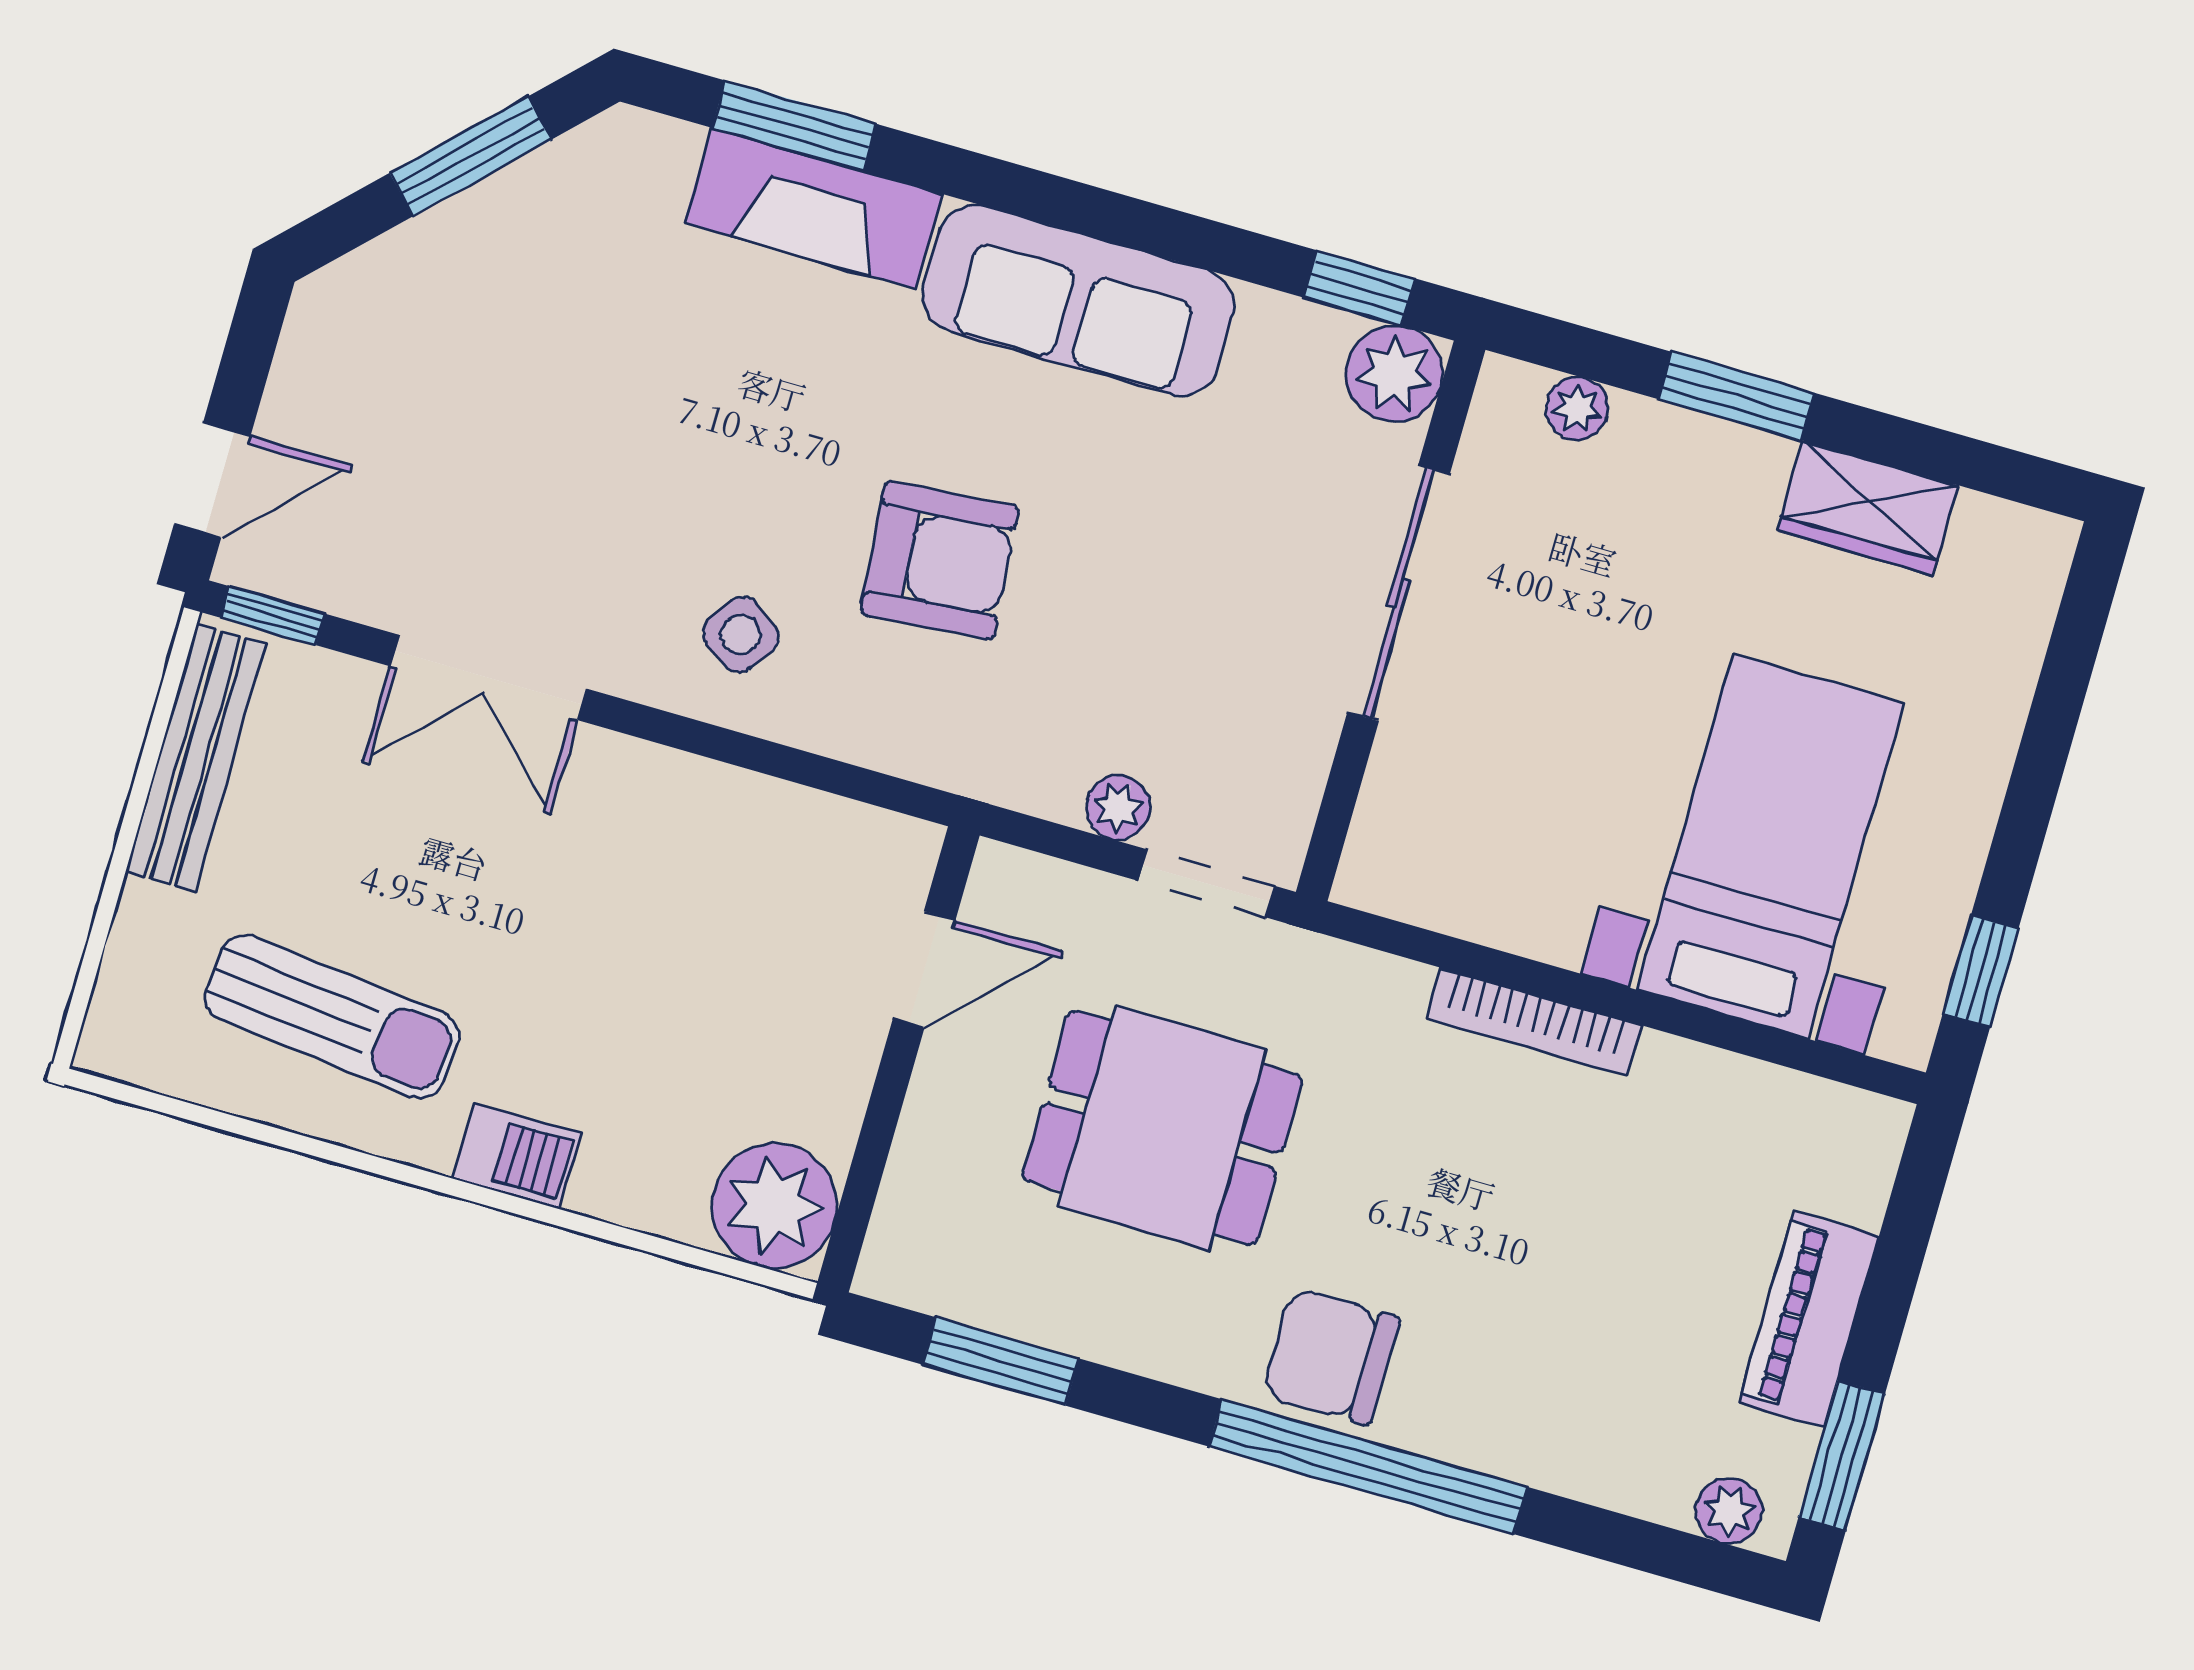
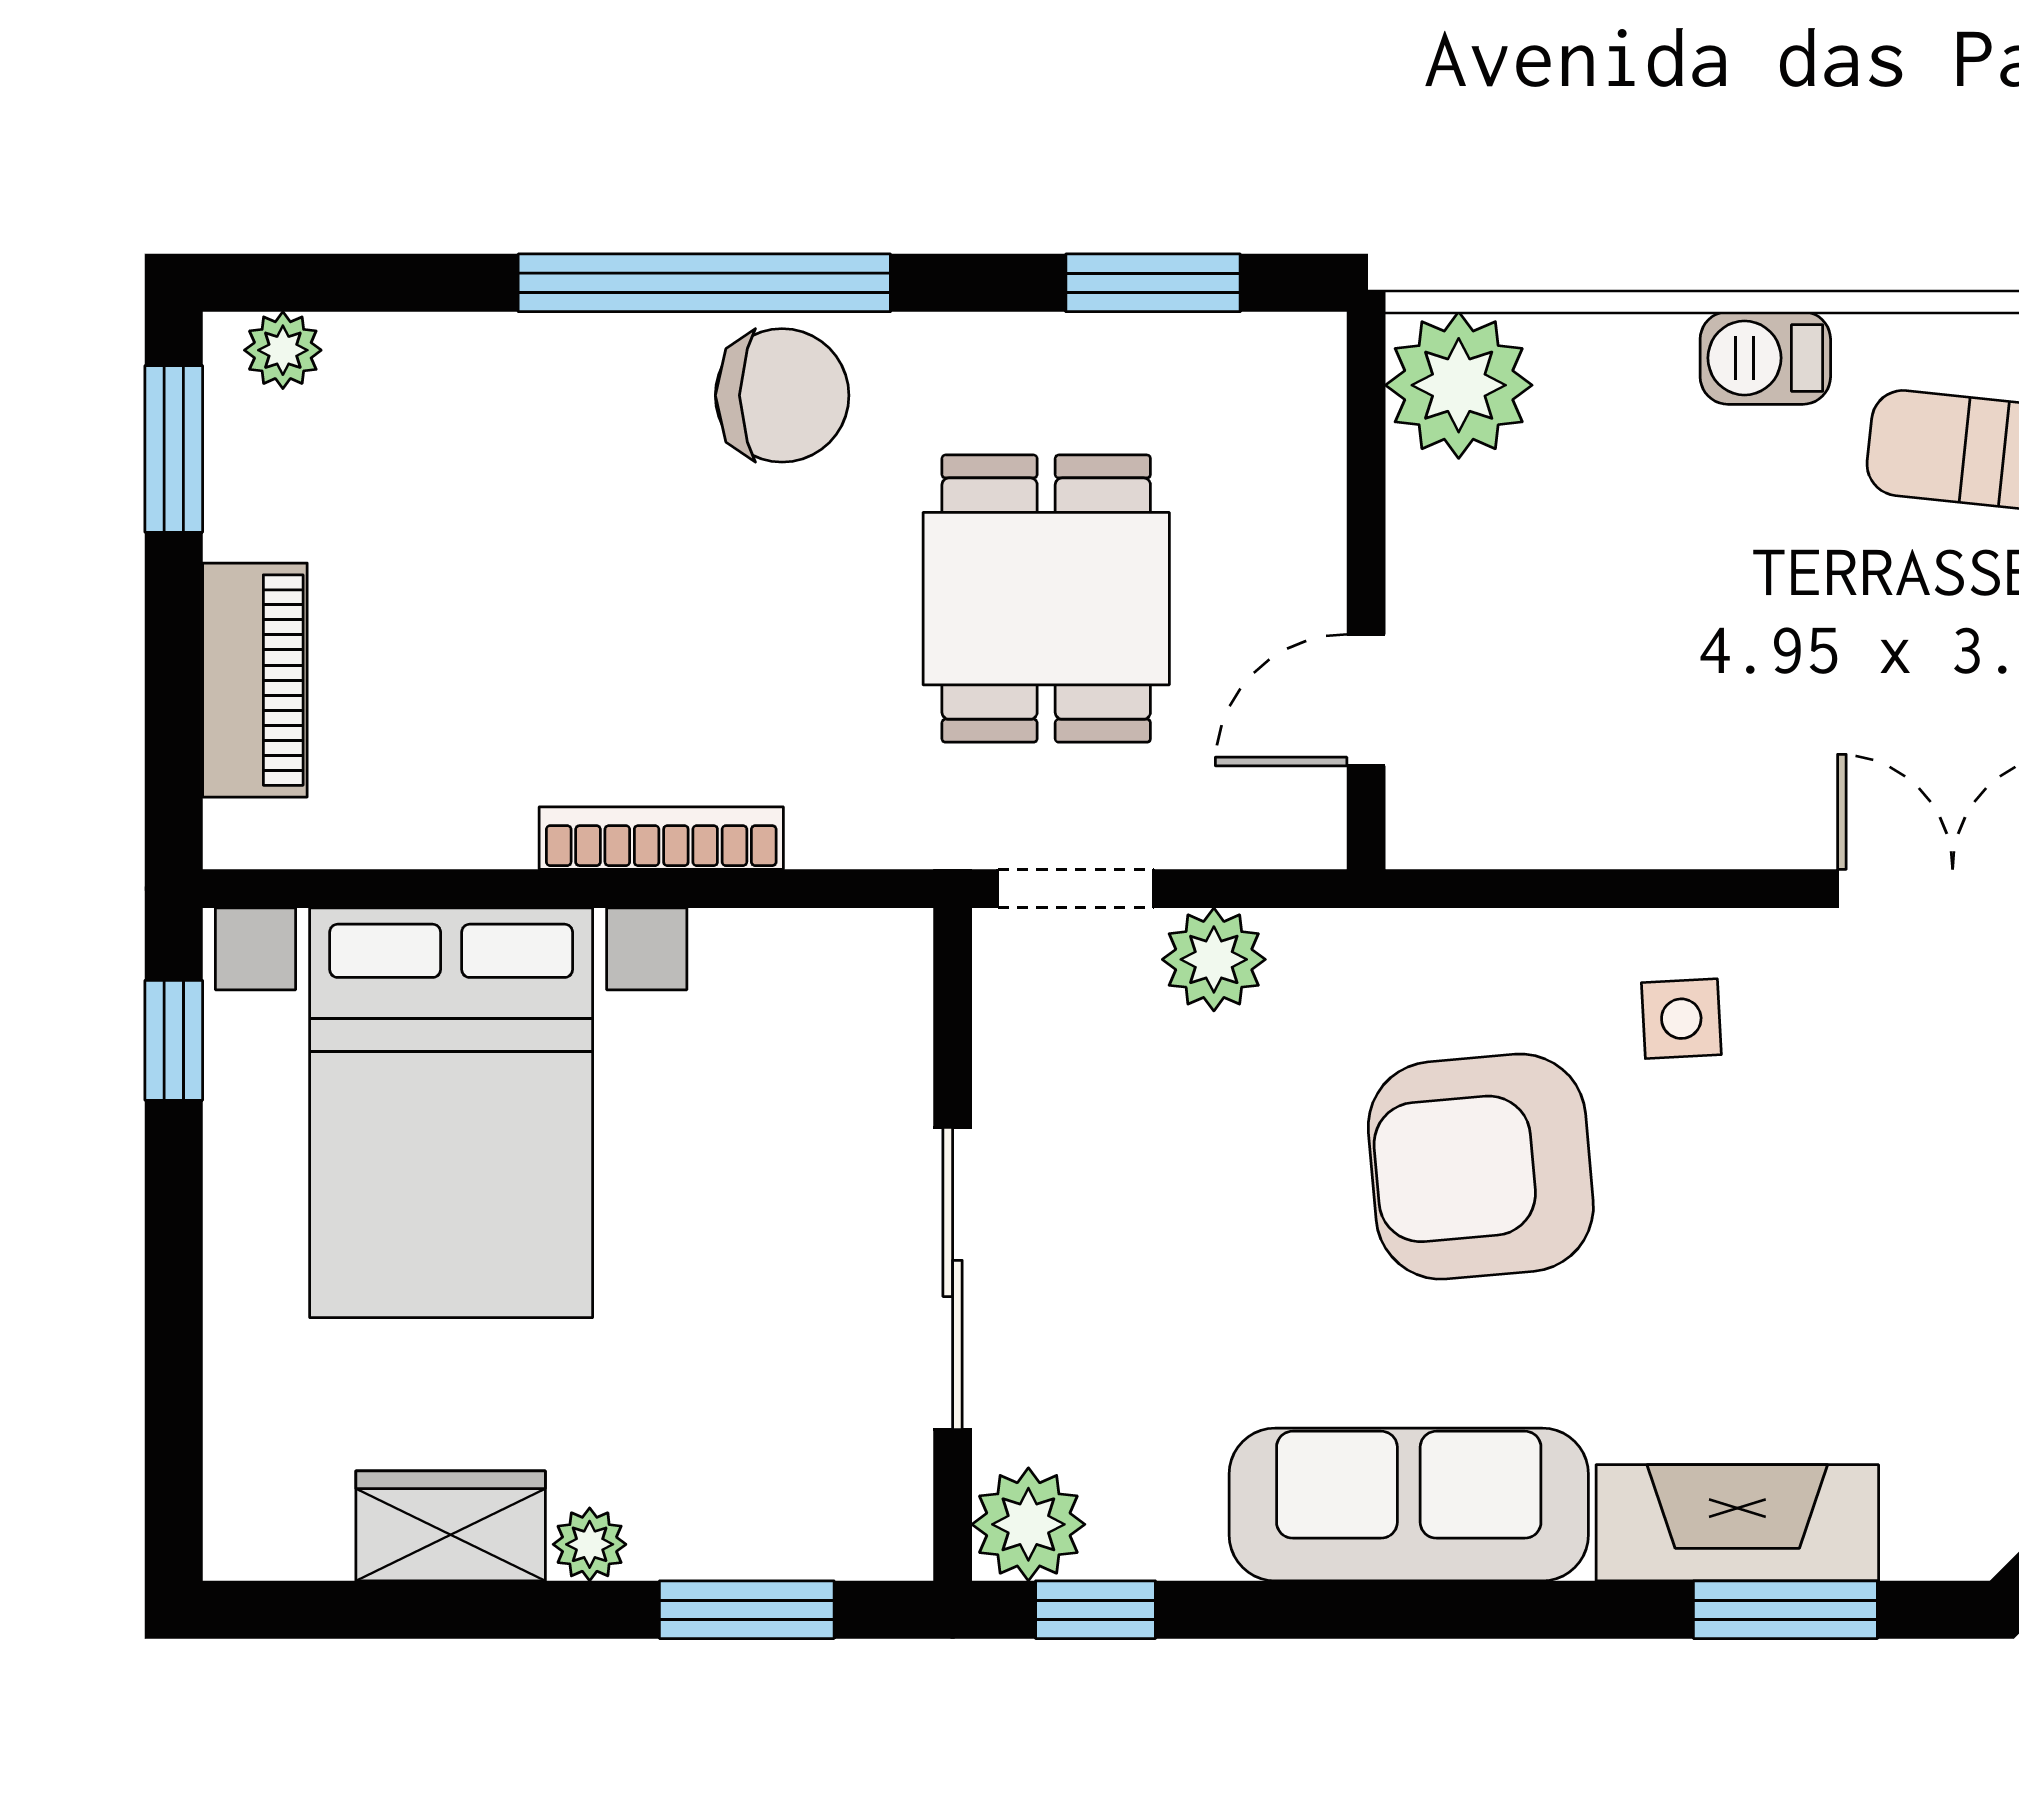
window: (1736, 396) -> (747, 1610), moved
plant: (1577, 408) -> (590, 1544), moved
armchair: (940, 560) -> (1481, 1167), width x1.36, depth x1.36
side table: (741, 635) -> (1681, 1019), turned -38
plant: (1118, 808) -> (1214, 959), width x1.38, depth x1.38
bed with nightstands: (1771, 846) -> (451, 1113), width x1.36
dining table: (1162, 1128) -> (1046, 599), turned 90
piano: (1809, 1319) -> (255, 680), moved

